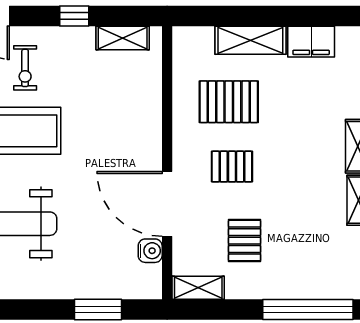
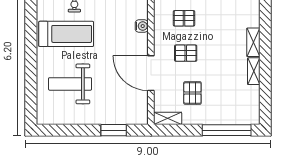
pallet: (229, 102) -> (184, 18), width x0.67, depth x0.71
water cooler: (150, 251) -> (142, 26), moved

